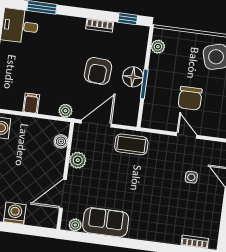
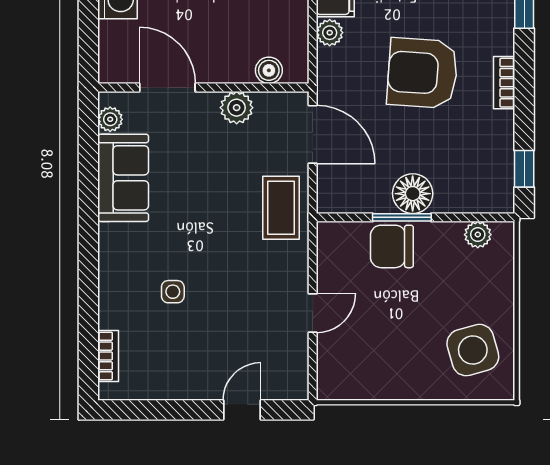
bookcase: (100, 25) -> (504, 83), moved
armchair: (98, 71) -> (422, 73), moved, width x1.36, depth x1.36
chair: (190, 98) -> (392, 246), moved
plant: (65, 111) -> (330, 33), moved
side table: (191, 177) -> (173, 292), moved

